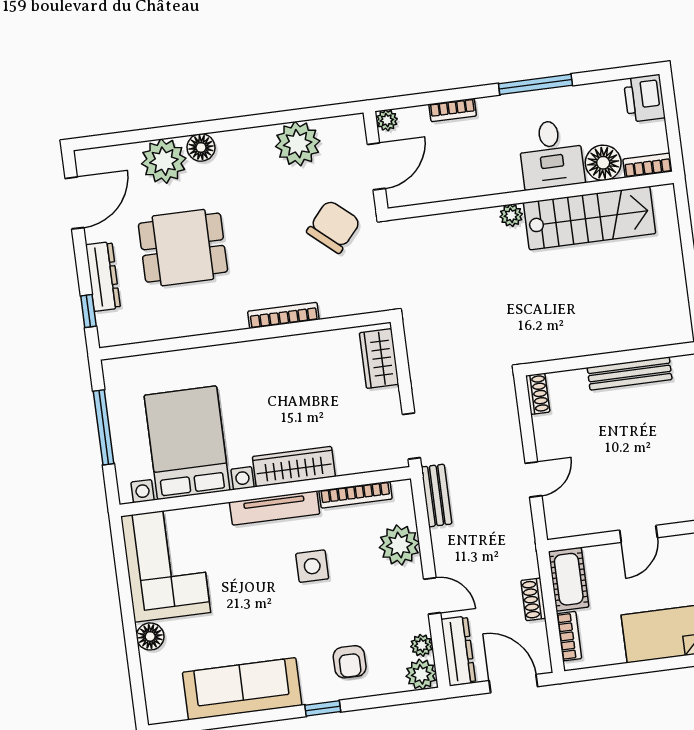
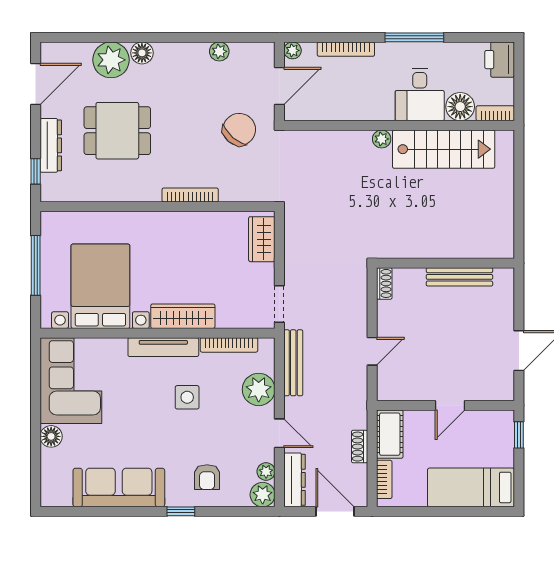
bookcase: (453, 110) -> (346, 49), width x1.56
plant: (298, 144) -> (219, 51), width x0.53, depth x0.53
bench: (436, 495) -> (293, 363), width x1.36

